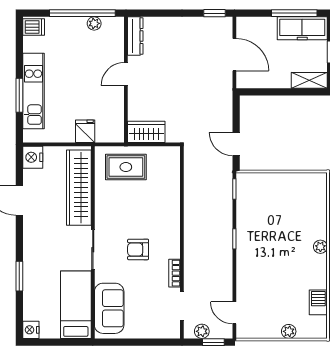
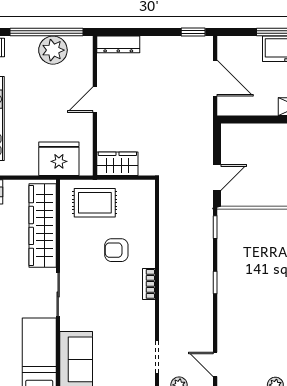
plant: (94, 23) -> (53, 50), width x1.88, depth x1.88
dresser: (135, 36) -> (118, 44), moved, turned 90
fridge: (85, 131) -> (59, 159), width x1.88, depth x1.34
door: (236, 144) -> (217, 177), swing flipped
armchair: (138, 249) -> (116, 250), moved
bookcase: (175, 273) -> (149, 284), moved

